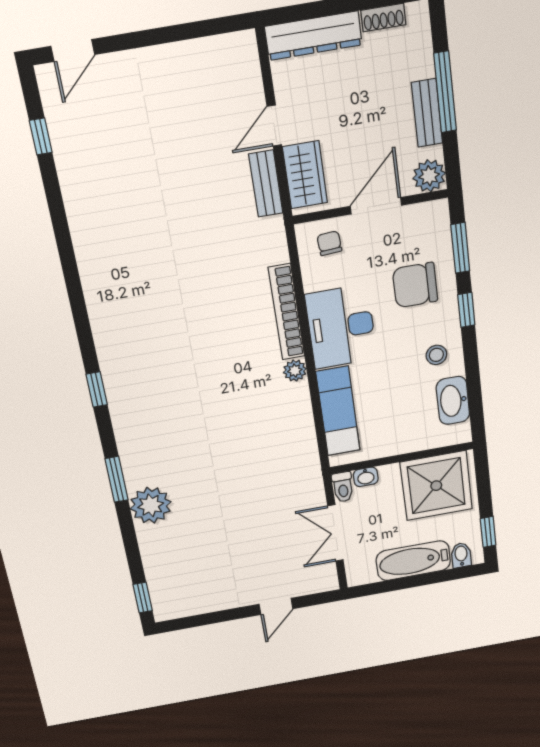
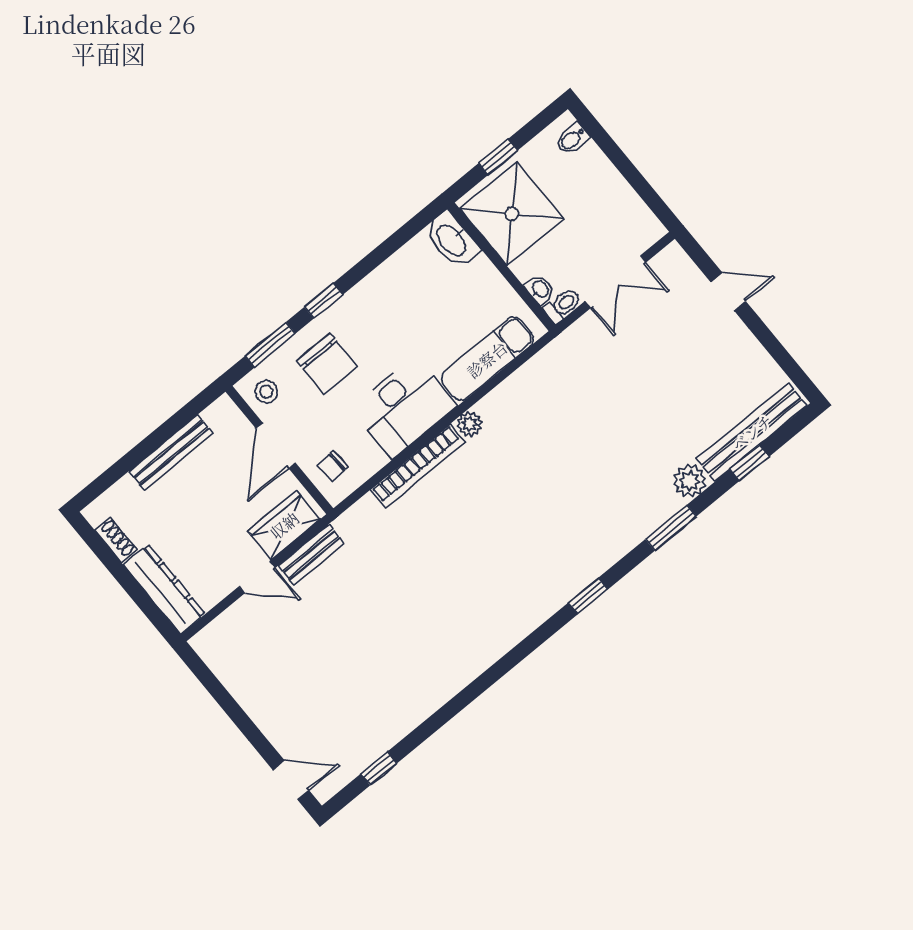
window: (445, 92) -> (145, 448), removed
bench: (427, 113) -> (171, 452), width x1.36
plant: (429, 176) -> (223, 415), removed
door: (376, 206) -> (276, 446), hinge flipped
stool: (436, 355) -> (266, 392), moved
washbasin: (453, 401) -> (452, 240), moved, turned 90
plant: (151, 505) -> (690, 481), width x0.73, depth x0.73
window: (488, 532) -> (498, 157), moved
bathtub: (413, 561) -> (604, 184), removed
bench: (158, 573) -> (752, 432), added
window: (143, 598) -> (749, 463), moved

